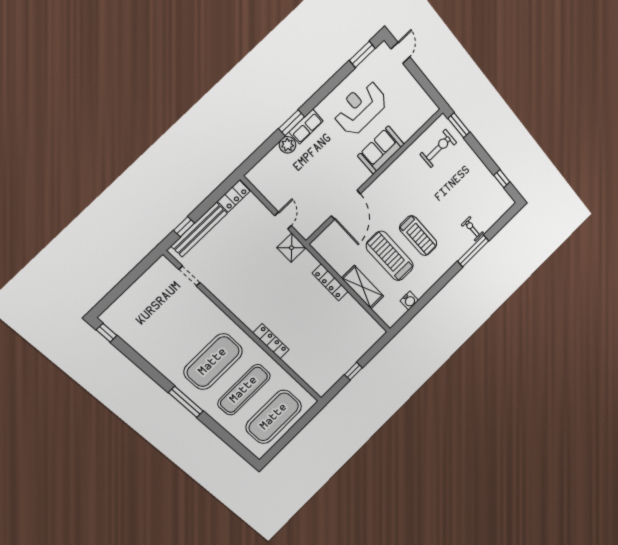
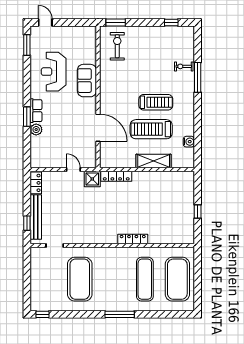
locker: (330, 282) -> (116, 176), moved
exercise mat: (213, 362) -> (80, 279), moved

